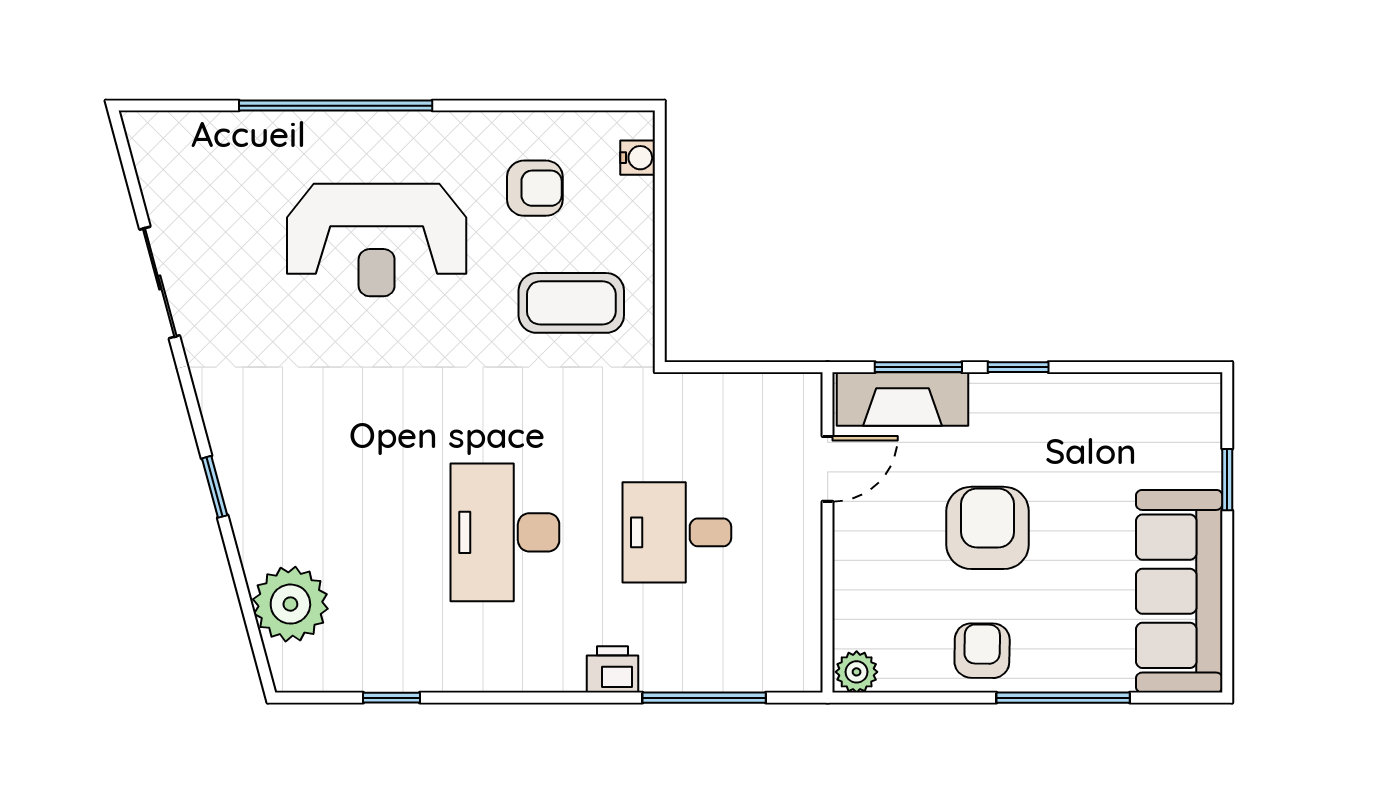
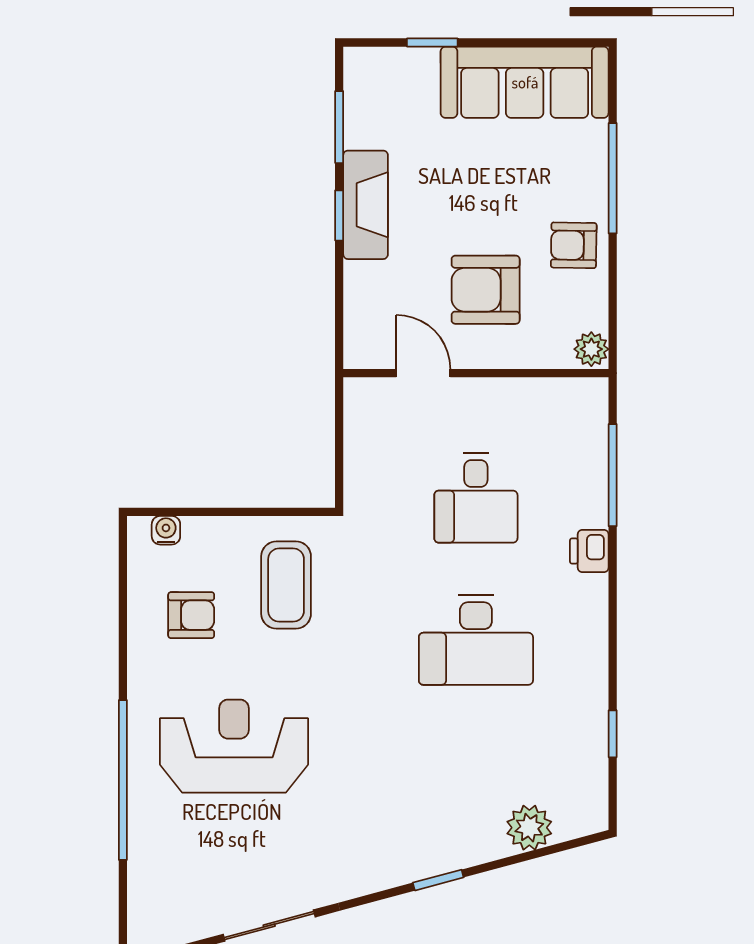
armchair: (535, 188) -> (191, 615), turned 90
reception desk: (377, 240) -> (234, 746), turned -90
window: (918, 367) -> (339, 127), moved
fireplace: (903, 399) -> (366, 205), moved
armchair: (988, 528) -> (486, 290), moved
plant: (290, 604) -> (529, 828), width x0.73, depth x0.73

